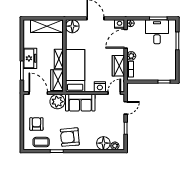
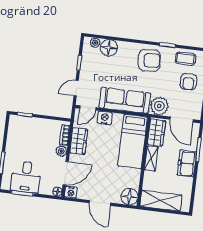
sofa: (80, 103) -> (125, 100), width x1.36

